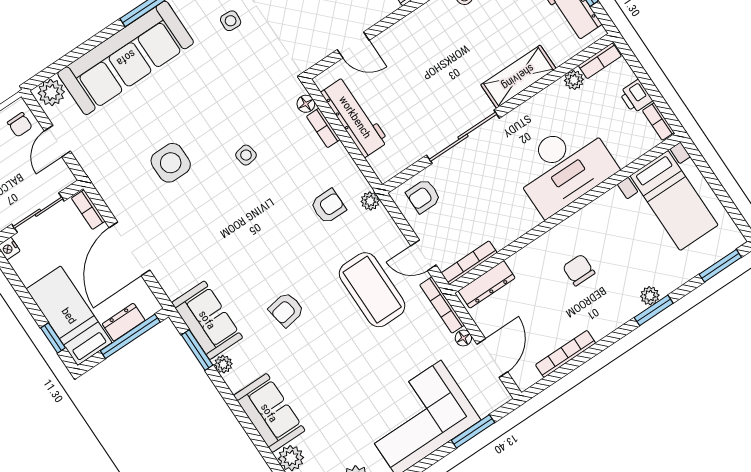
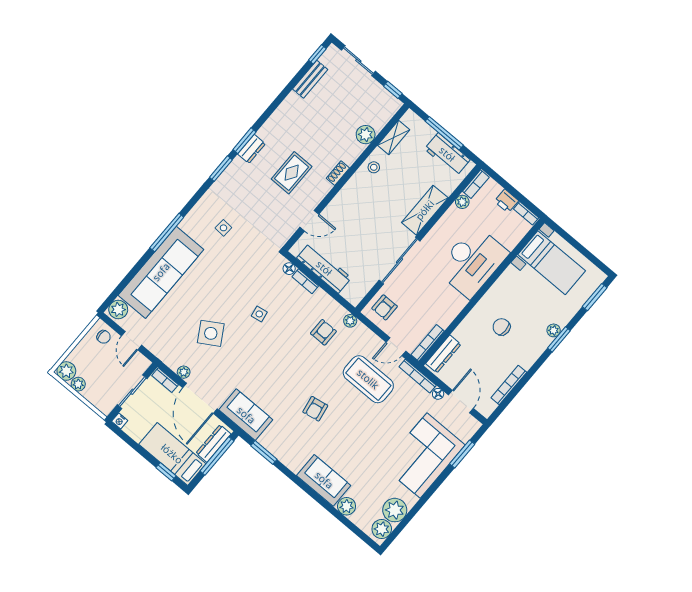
side table: (171, 163) -> (211, 333), turned -31
sofa: (207, 320) -> (246, 415), moved
dresser: (124, 322) -> (214, 444), width x1.44
plant: (223, 364) -> (184, 372), moved

